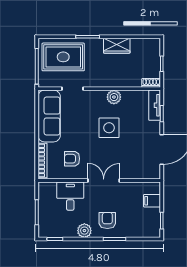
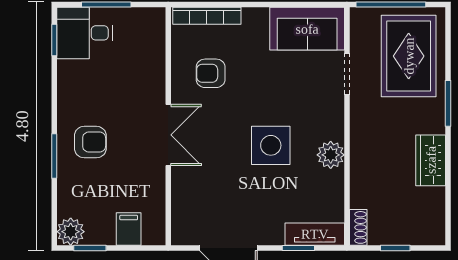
sofa: (49, 116) -> (307, 29), width x0.73
armchair: (72, 159) -> (211, 73), turned -90
desk: (70, 196) -> (85, 33), moved, turned 180
plant: (84, 231) -> (71, 232), moved

